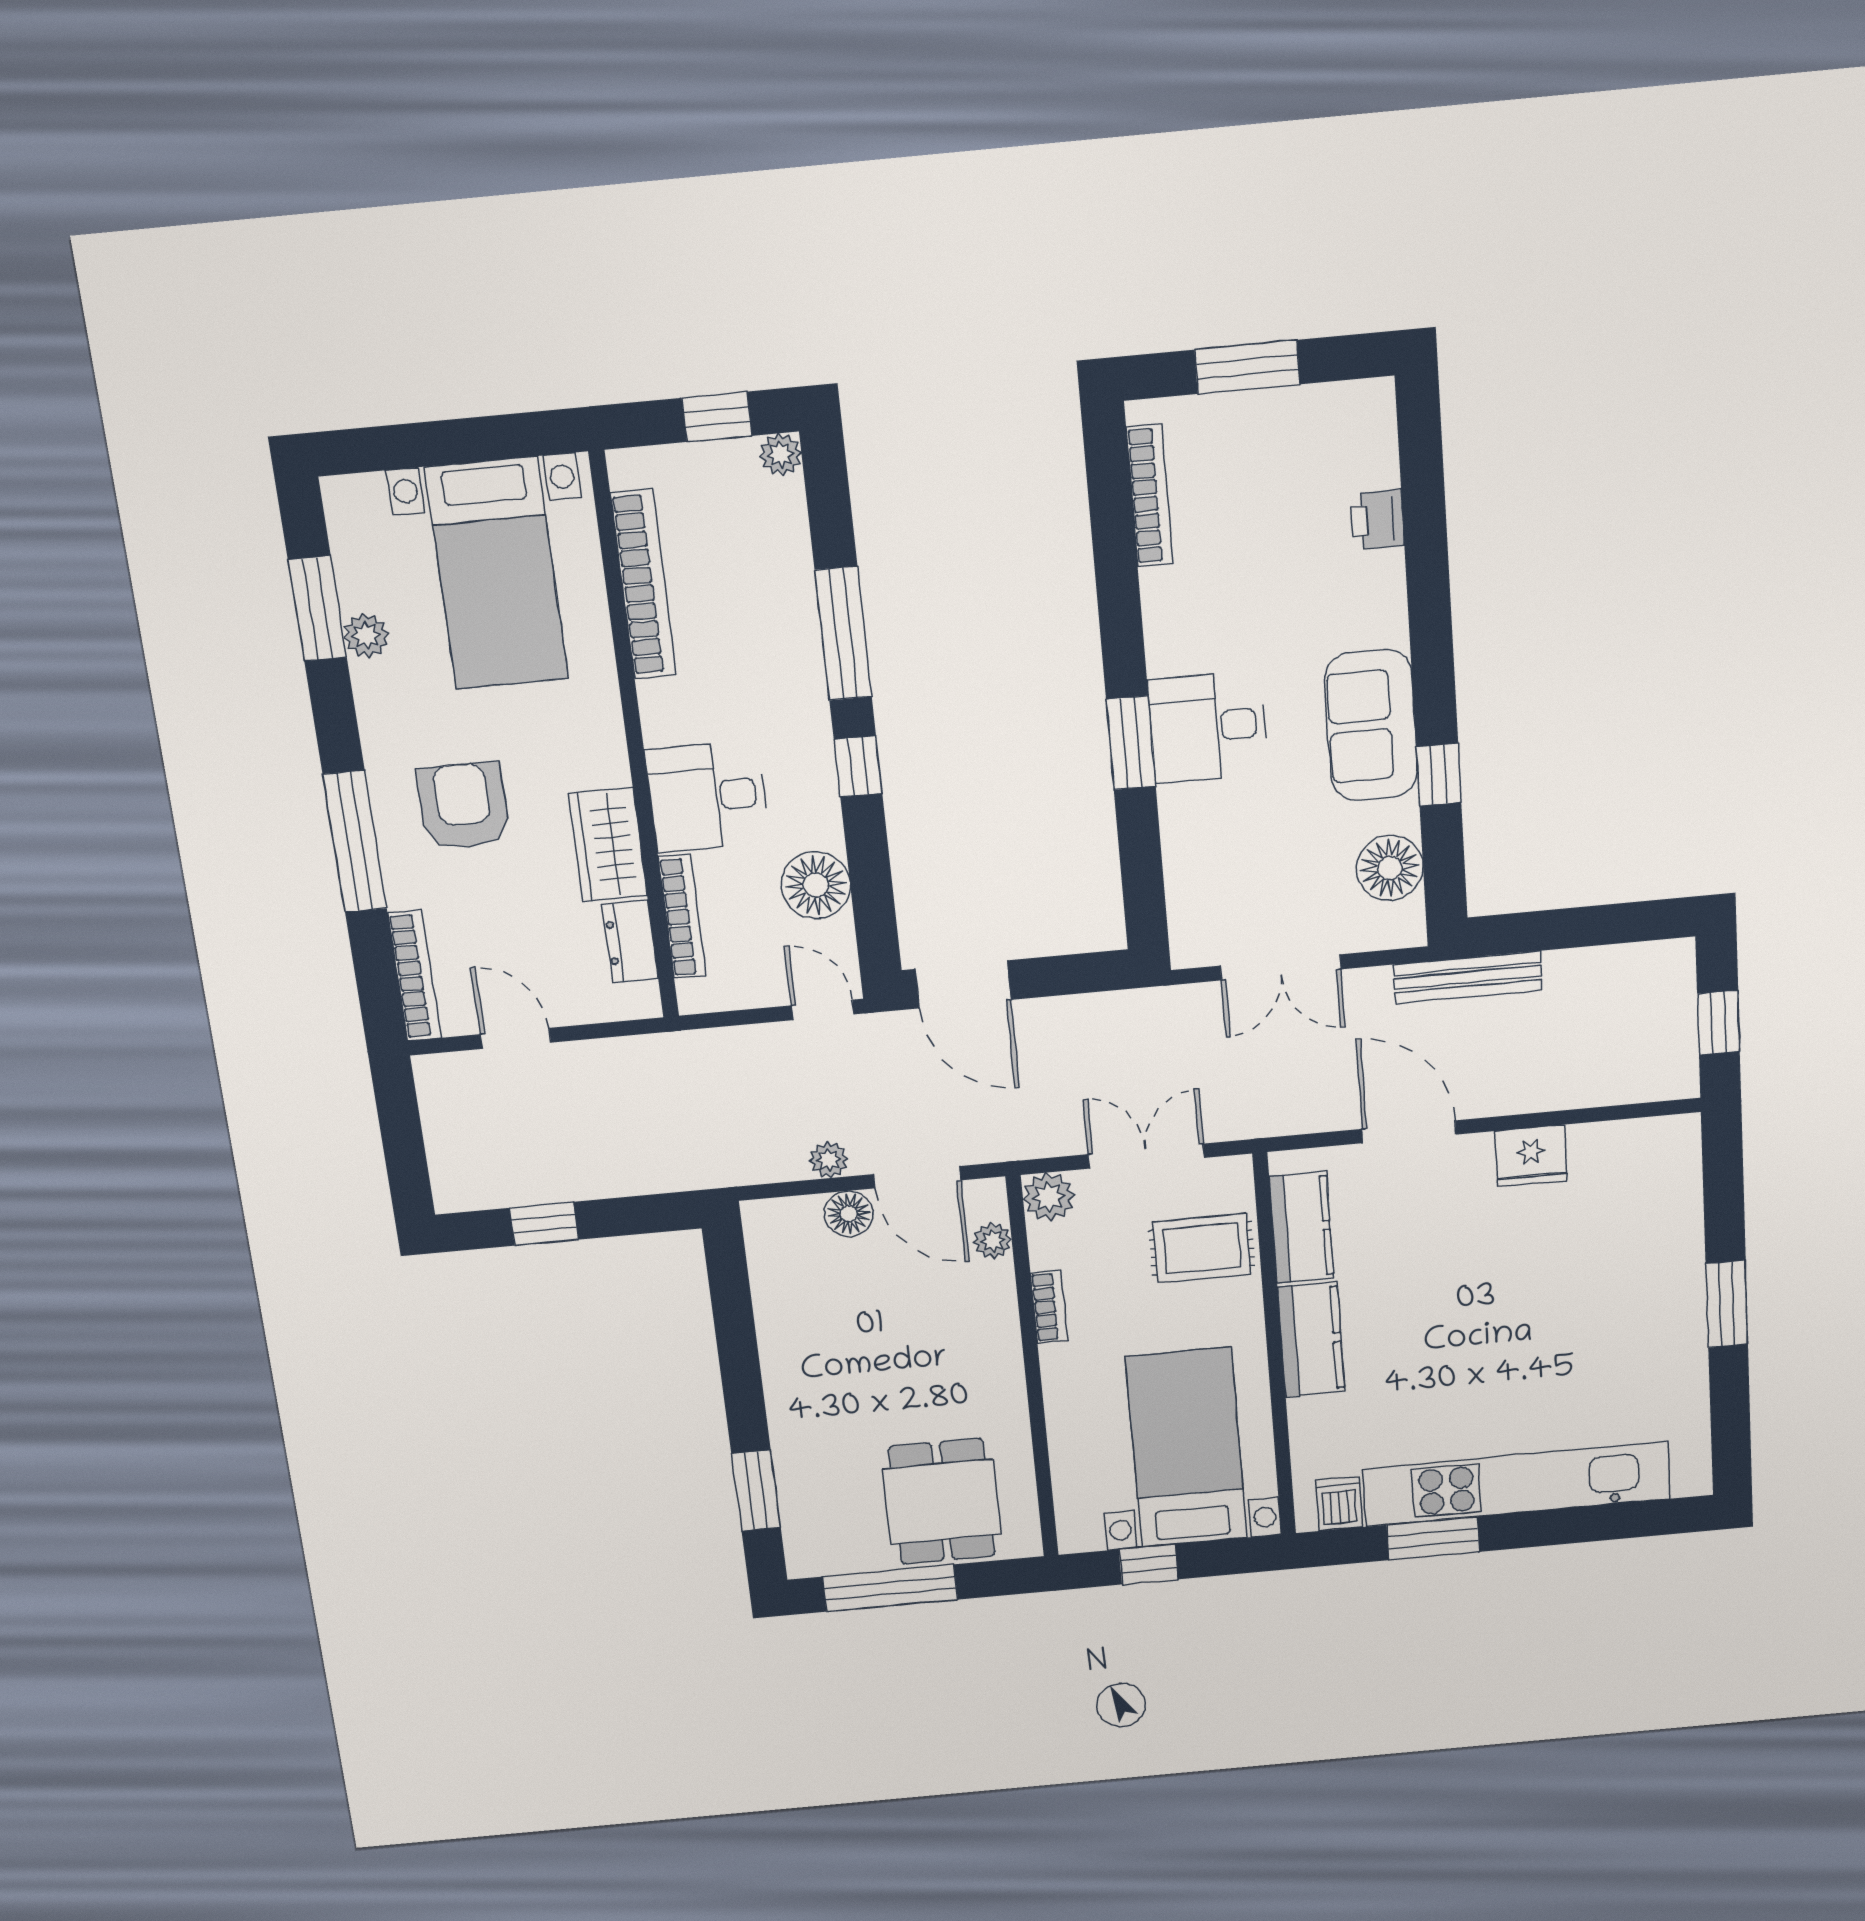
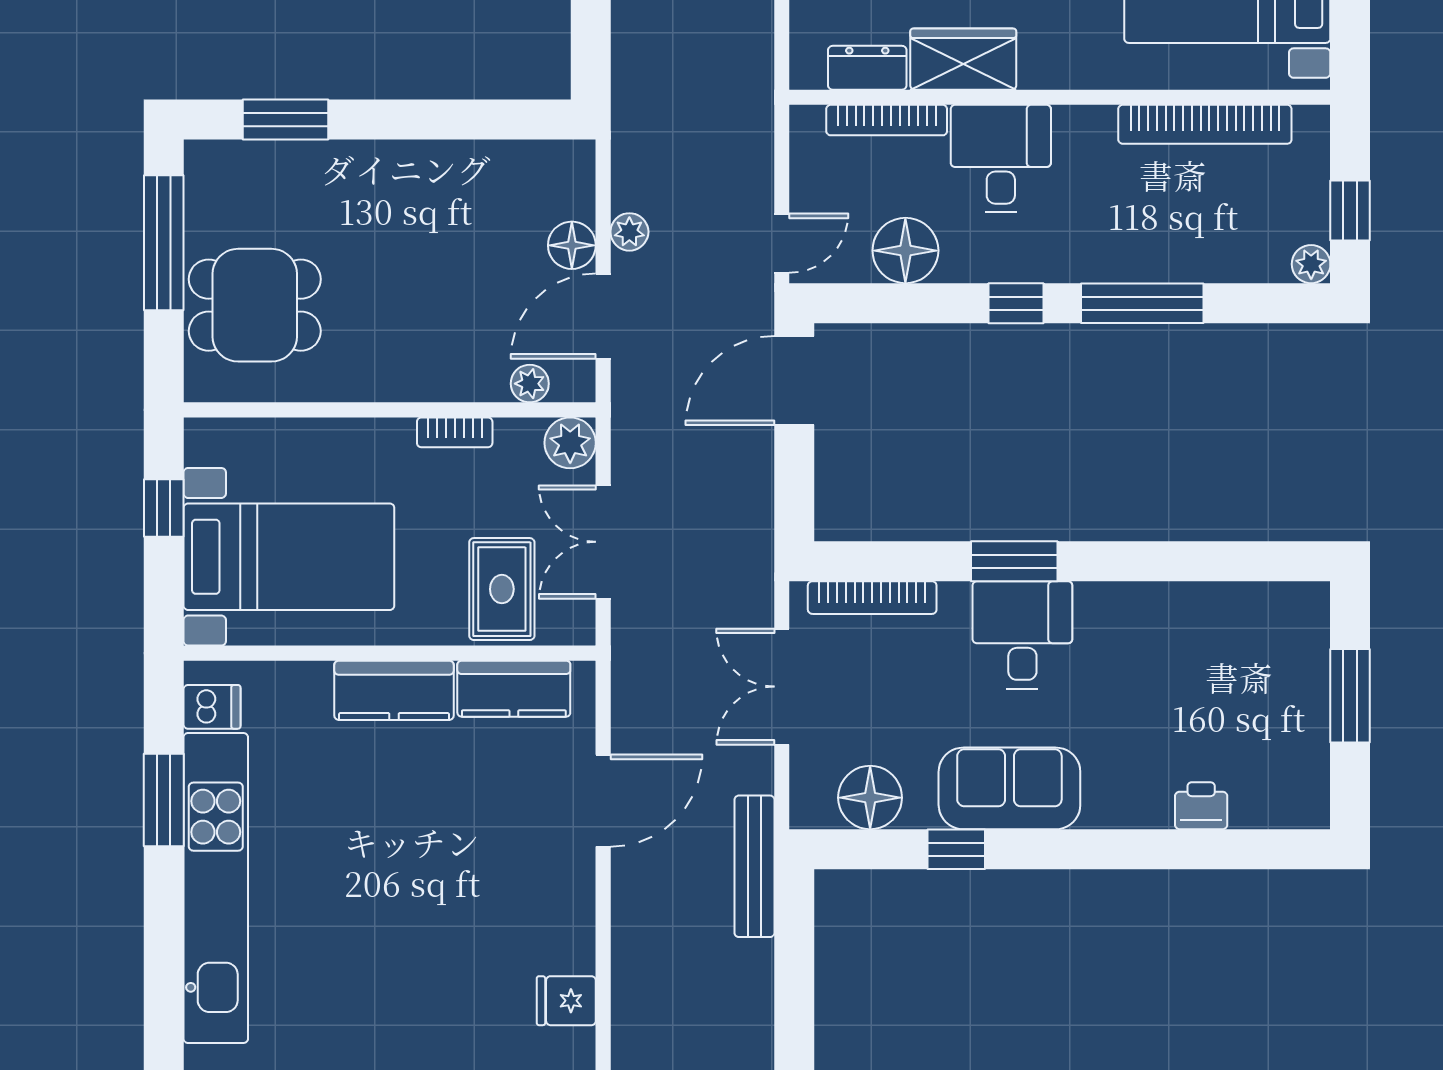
bookcase: (1150, 496) -> (872, 598), moved
double door: (1146, 1156) -> (603, 542), swing flipped
fridge: (1531, 1156) -> (566, 1001), moved, width x0.72

